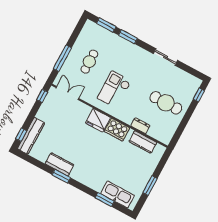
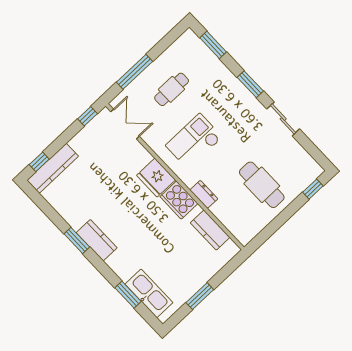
window: (128, 37) -> (250, 84), moved
dresser: (140, 126) -> (204, 194), moved
kitchen counter: (59, 164) -> (97, 240), moved

